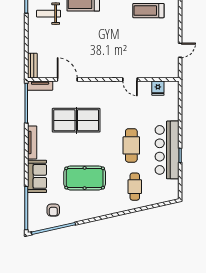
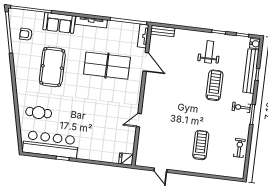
door: (67, 80) -> (146, 62), hinge flipped
fridge: (158, 88) -> (126, 159), moved
table tennis table: (76, 120) -> (107, 66), turned 90
cafe table: (131, 145) -> (77, 114), removed
bar counter: (167, 150) -> (51, 144), moved

